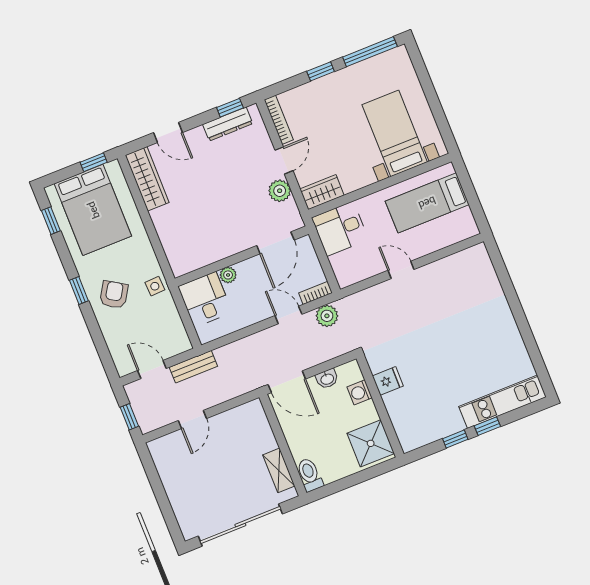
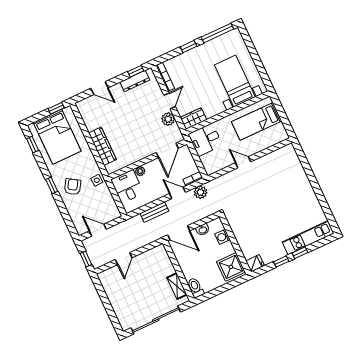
wardrobe: (147, 179) -> (102, 146), moved
bench: (193, 367) -> (154, 212), moved
fridge: (388, 381) -> (255, 263), moved

